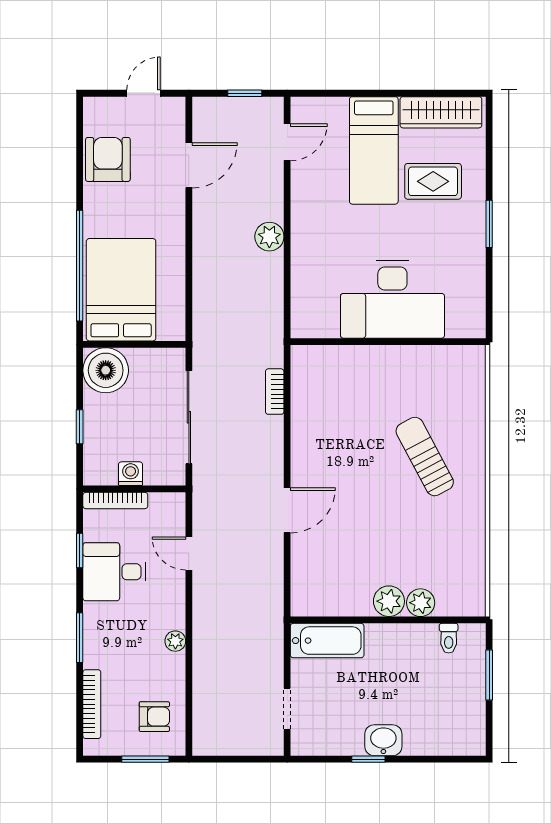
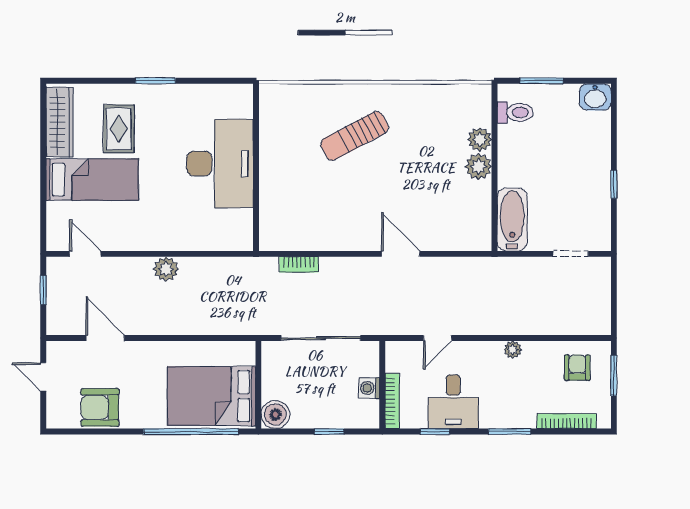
boiler: (106, 370) -> (275, 415), width x0.73, depth x0.73
toilet: (449, 638) -> (515, 112), width x1.37, depth x1.39
washbasin: (383, 740) -> (595, 97), moved, turned -90

